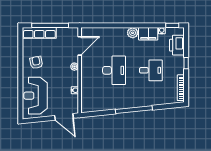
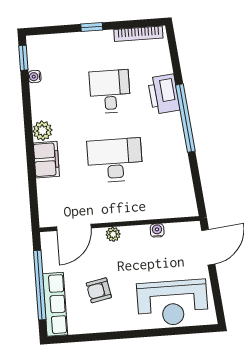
filing cabinet: (148, 34) -> (46, 160), moved
printer: (177, 45) -> (164, 94), moved, turned 84
door: (80, 46) -> (74, 227), swing flipped
armchair: (36, 62) -> (99, 290), moved

